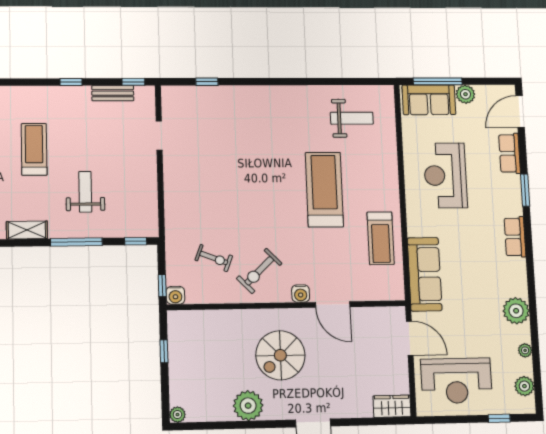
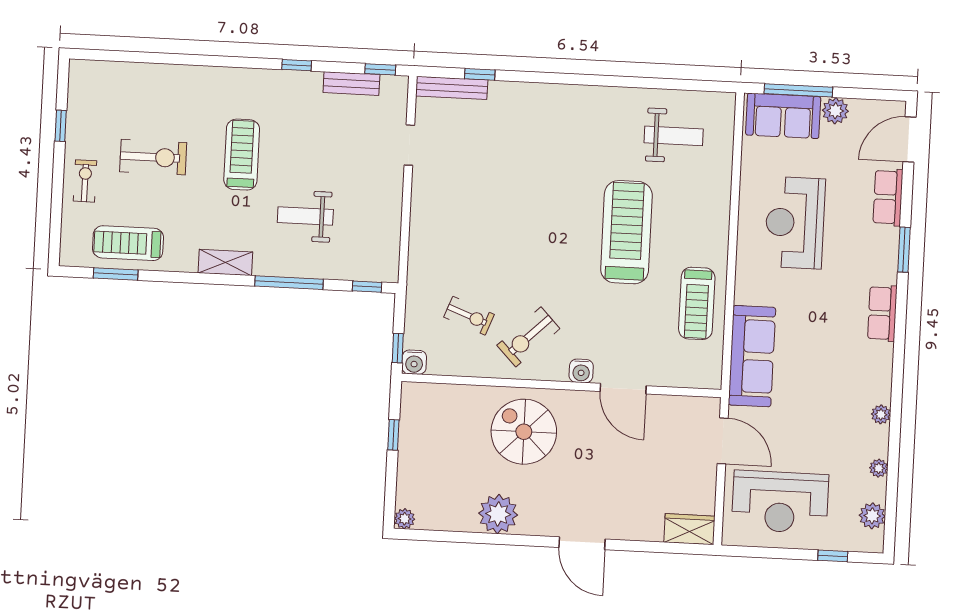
bench: (187, 93) -> (452, 88), added
weight bench: (85, 192) -> (305, 216), turned -90
plant: (516, 311) -> (881, 414), width x0.53, depth x0.53
spiral stairs: (280, 355) -> (524, 432), moved, turned 90

